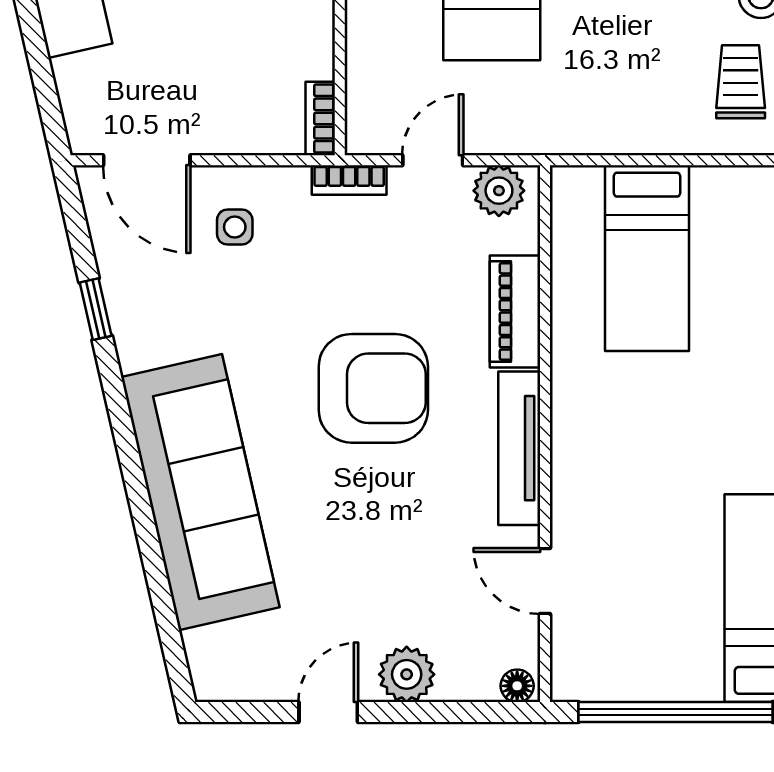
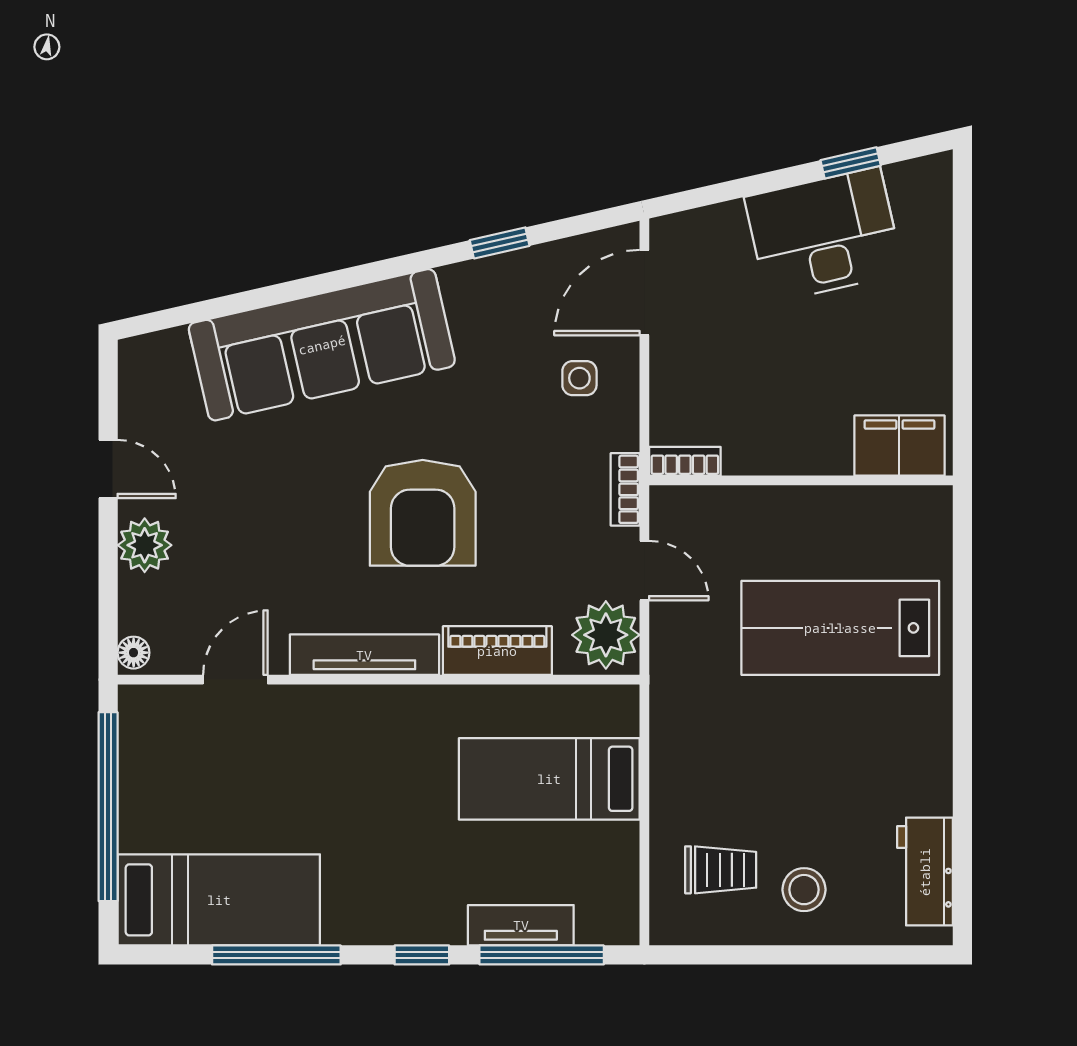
plant: (499, 191) -> (606, 635), width x1.36, depth x1.36

